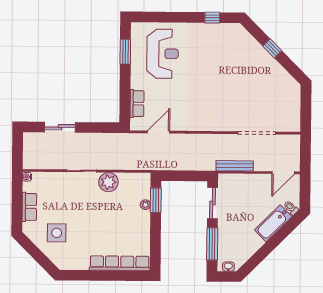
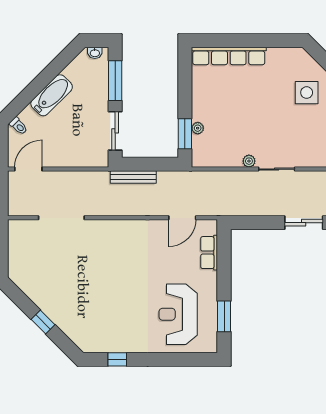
bench: (235, 166) -> (133, 177), moved
plant: (108, 182) -> (249, 161), width x0.53, depth x0.53
bathtub: (273, 223) -> (52, 95), moved

